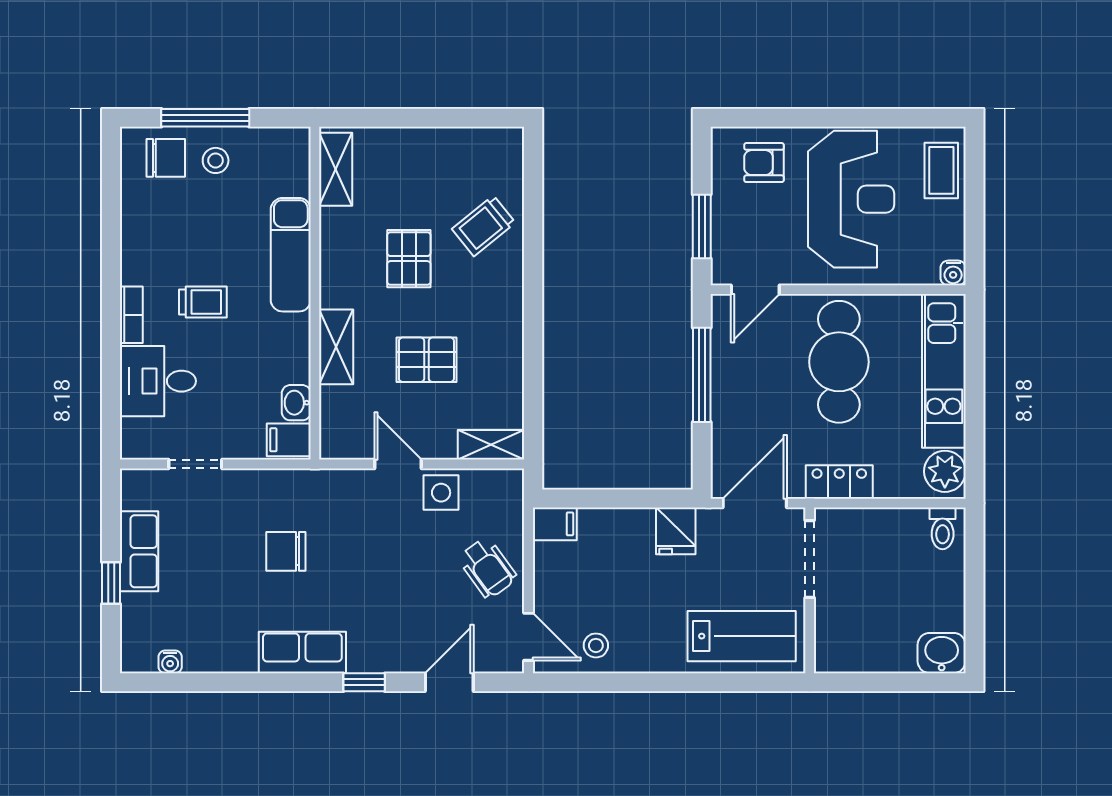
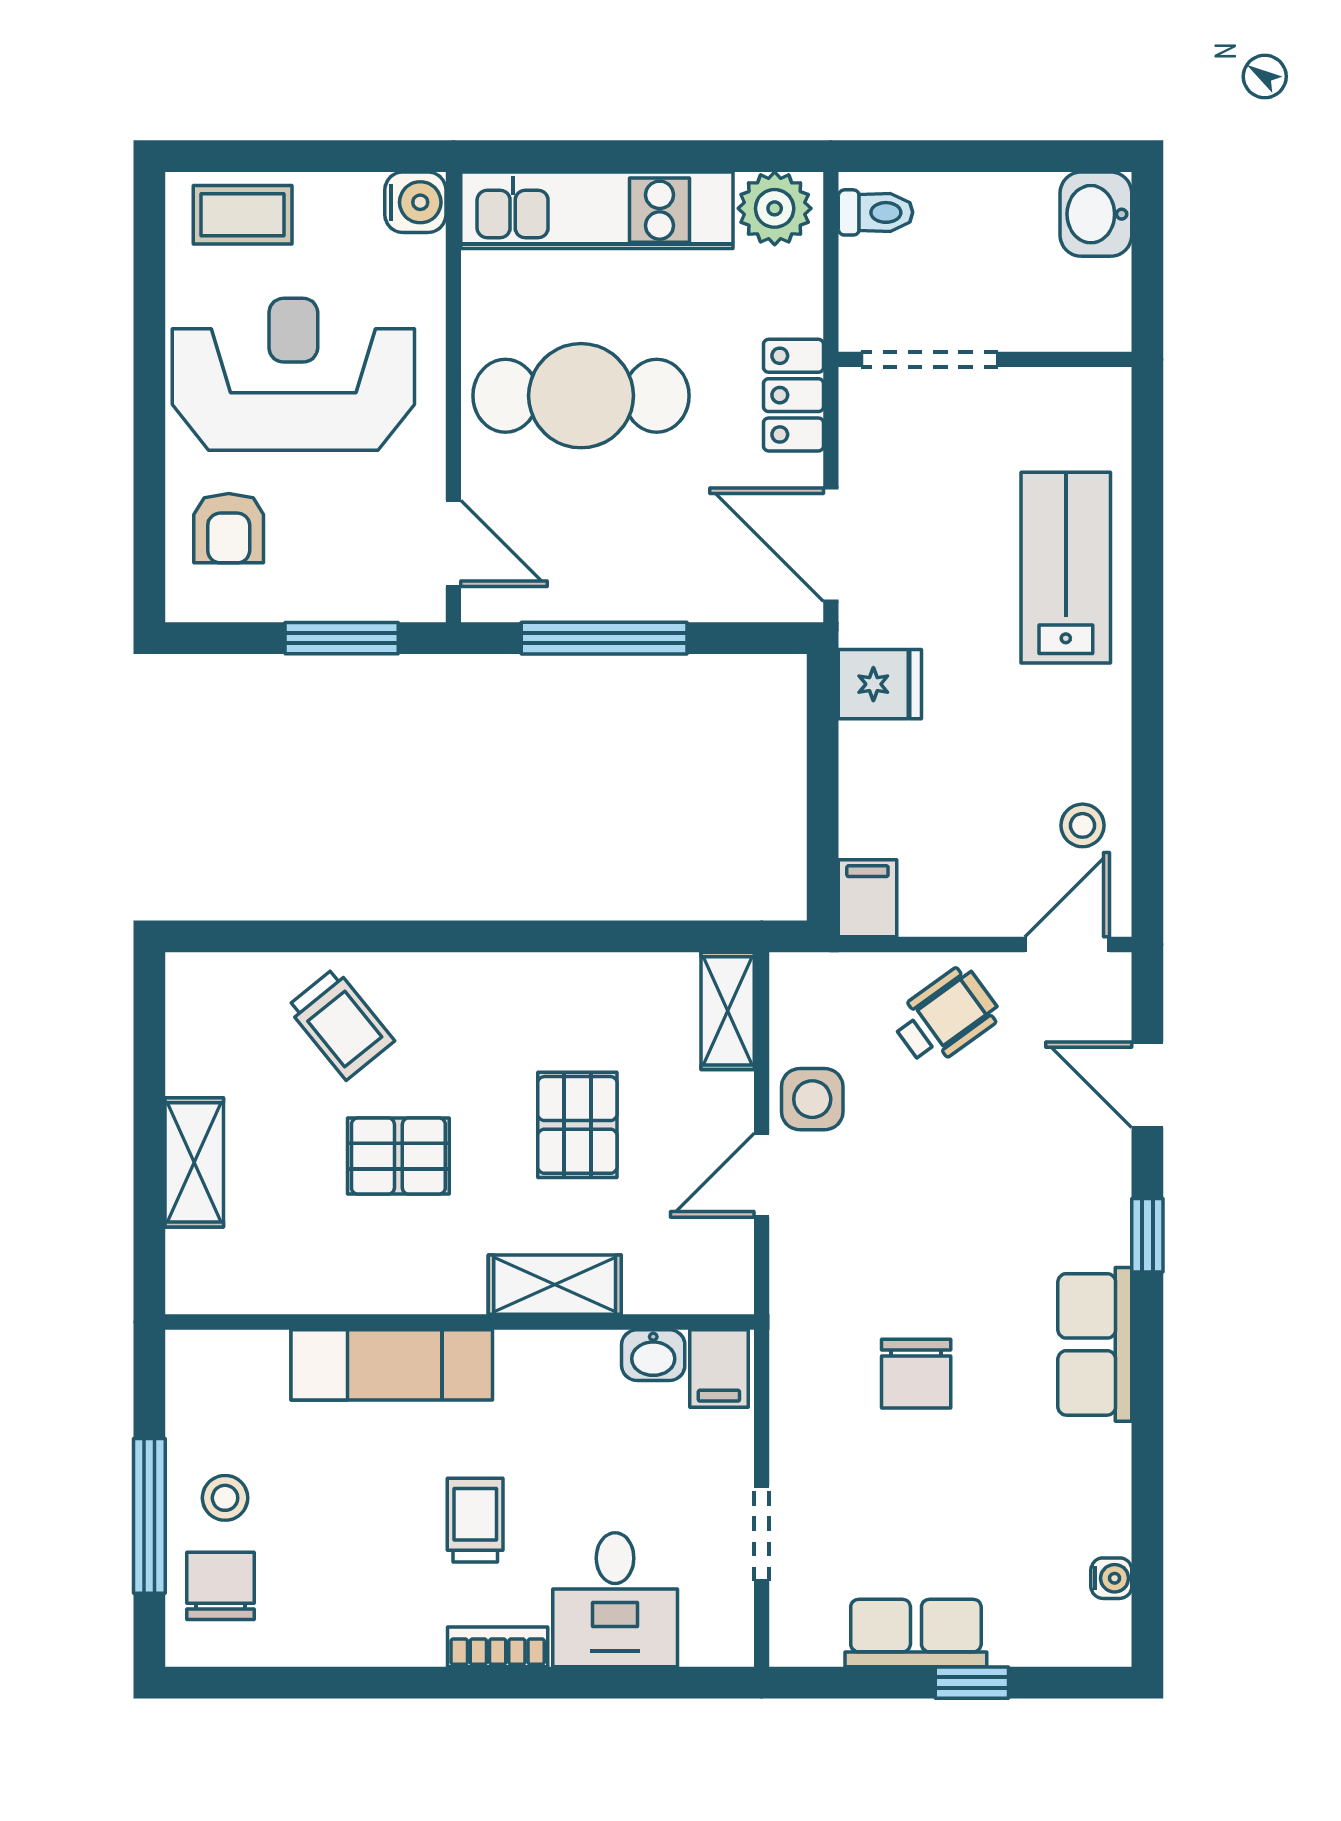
shelving: (336, 169) -> (194, 1162), moved, turned 90
water cooler: (953, 273) -> (415, 202), width x1.38, depth x1.38
doorway: (810, 559) -> (930, 359), moved
wall: (810, 590) -> (985, 359), moved

